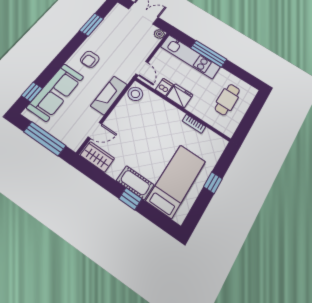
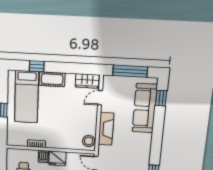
armchair: (90, 59) -> (137, 148), removed
dishwasher: (164, 87) -> (43, 157), moved
window: (130, 199) -> (37, 66), moved

